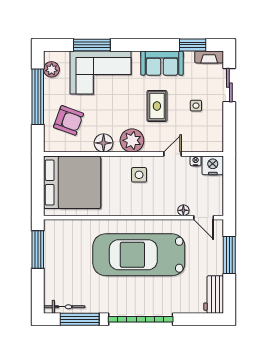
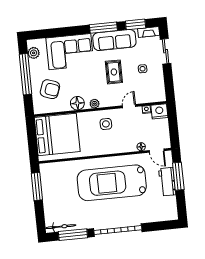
window: (92, 45) -> (103, 28), moved
sofa: (162, 63) -> (114, 40), width x1.36
plant: (132, 140) -> (94, 104), width x0.53, depth x0.53
workbench: (214, 294) -> (167, 182), moved

